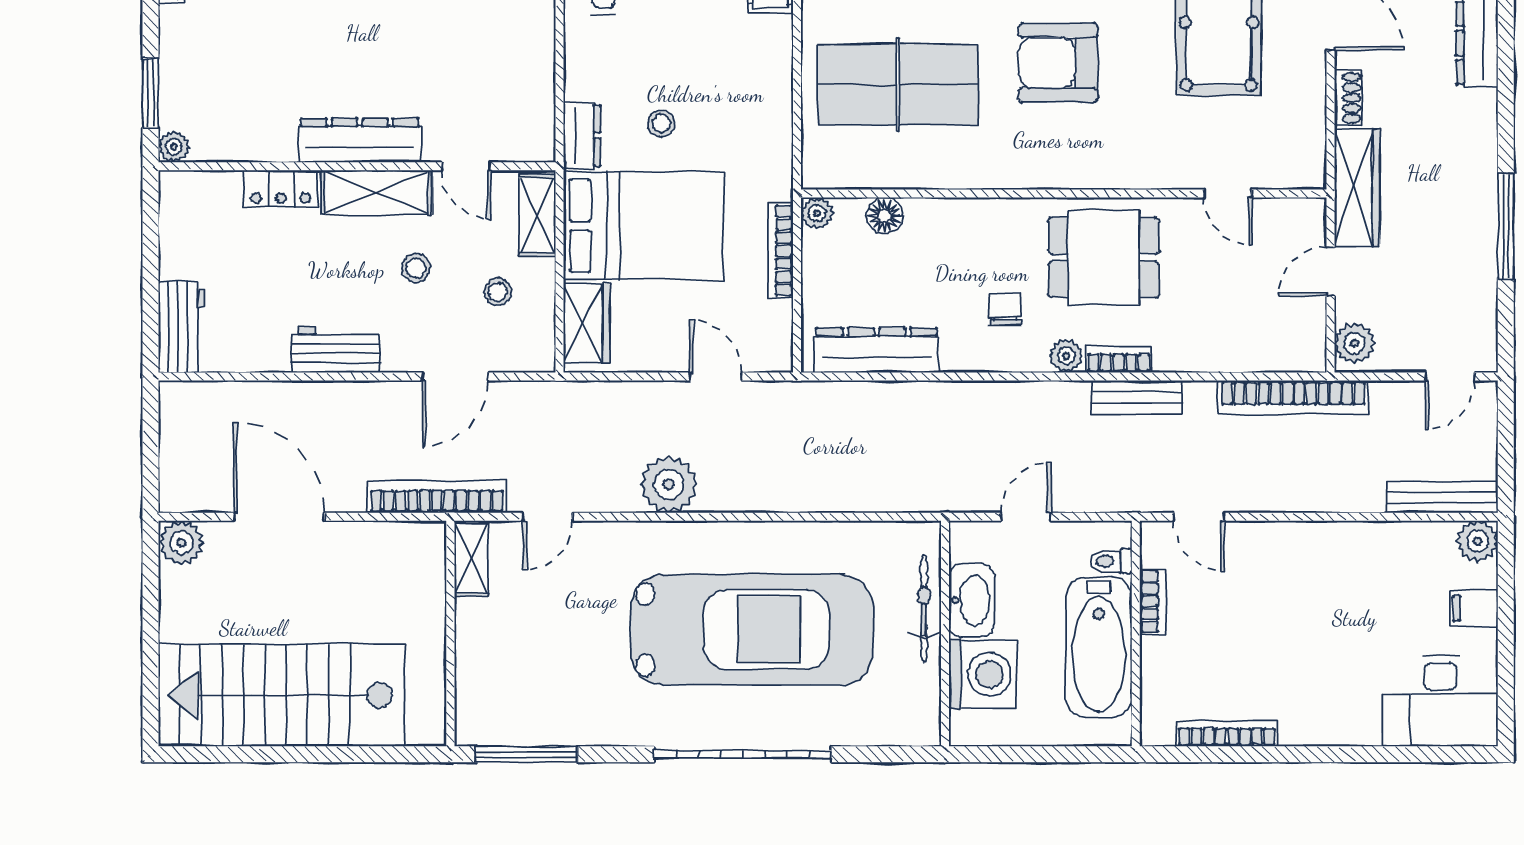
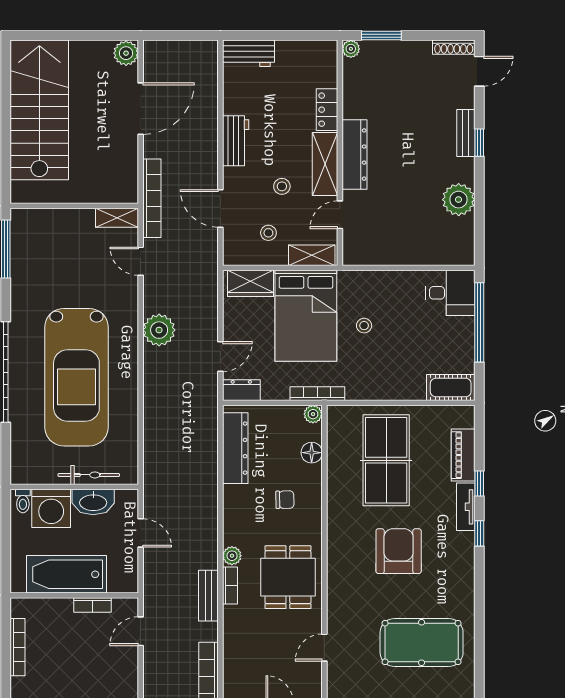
dresser: (582, 136) -> (241, 390), moved, turned 180
bookcase: (781, 251) -> (317, 394), moved
chair: (1005, 309) -> (285, 500), moved
toilet: (1111, 561) -> (23, 501), moved, turned 180

